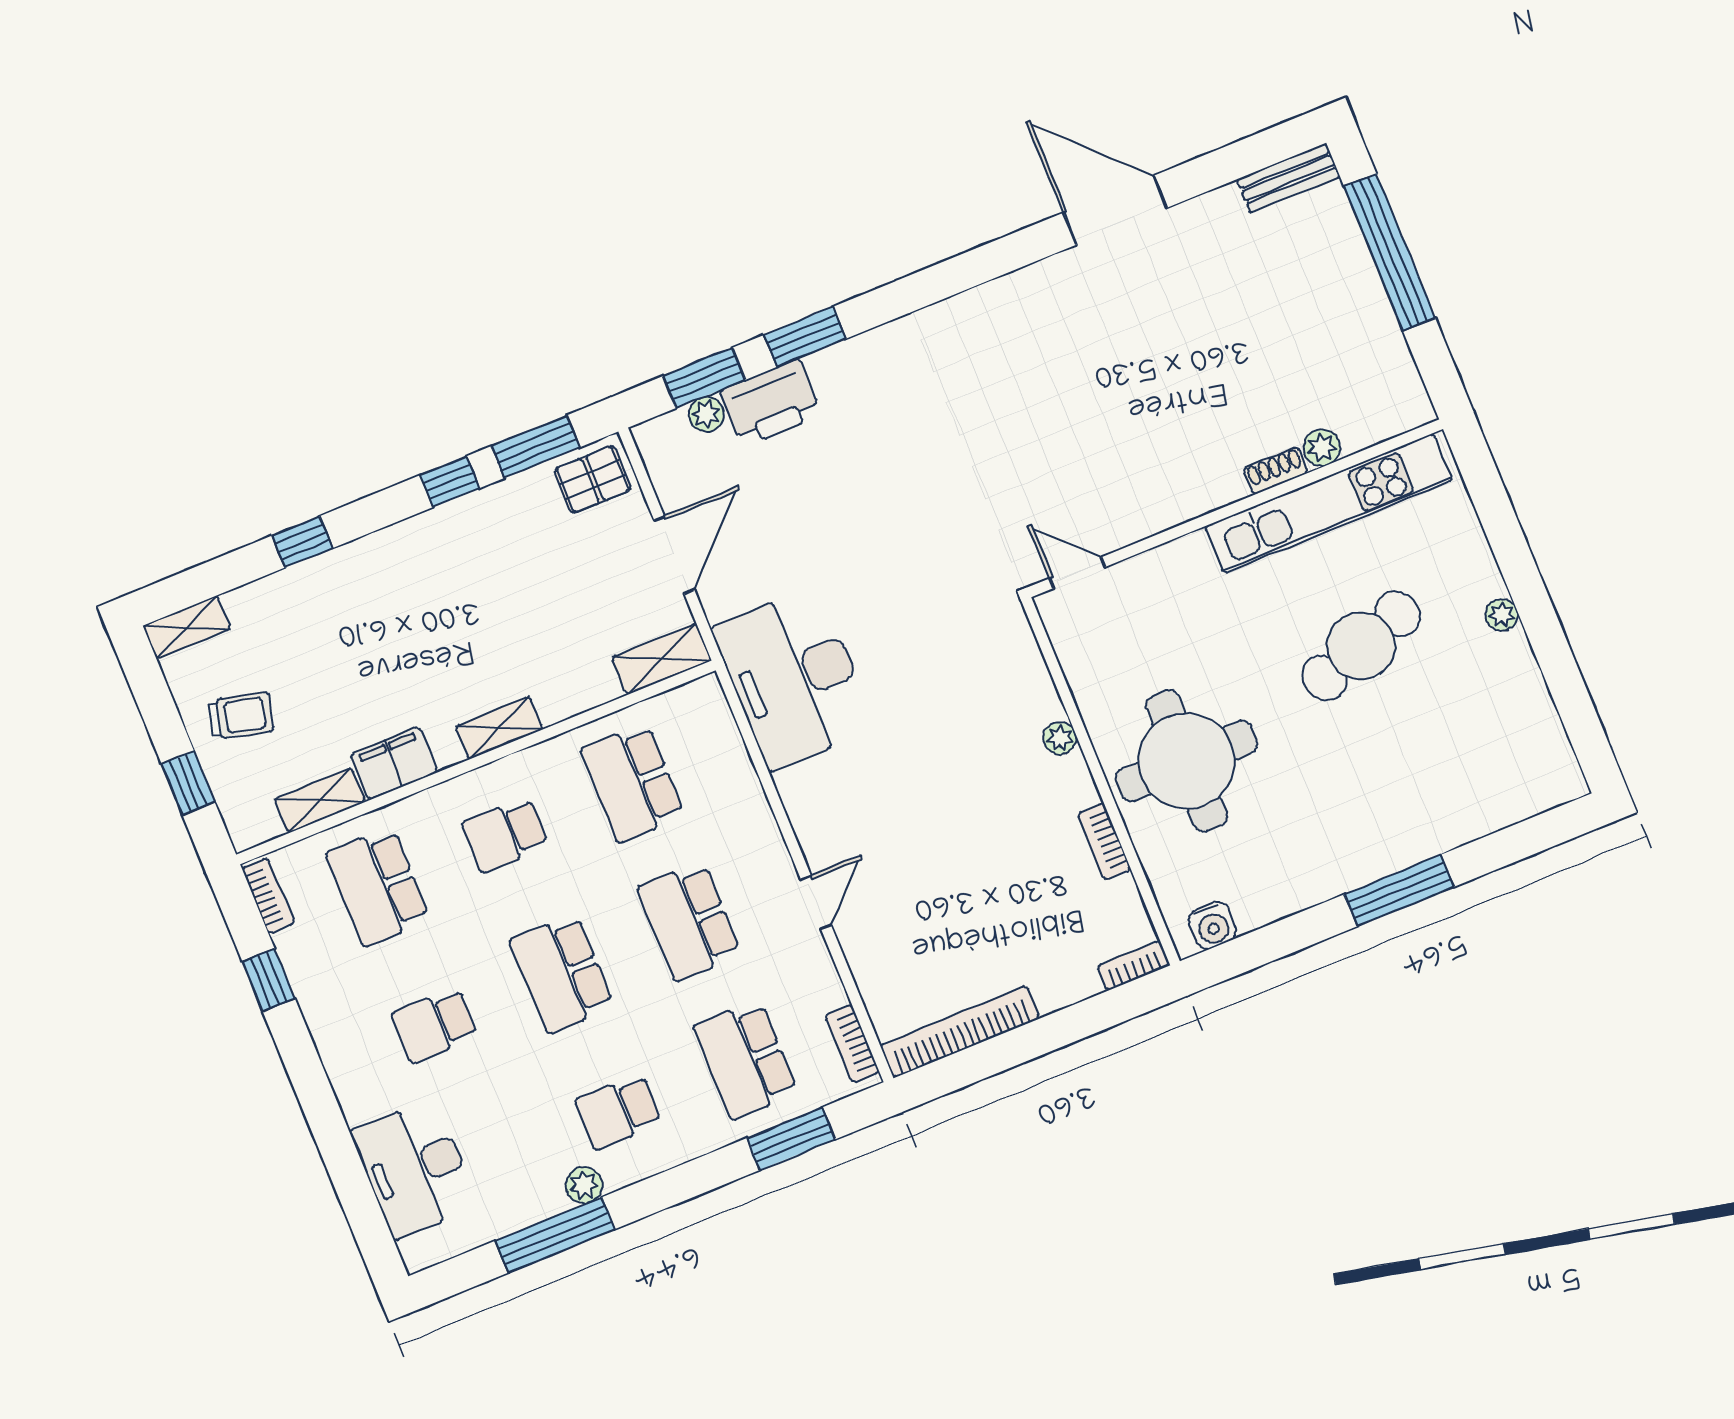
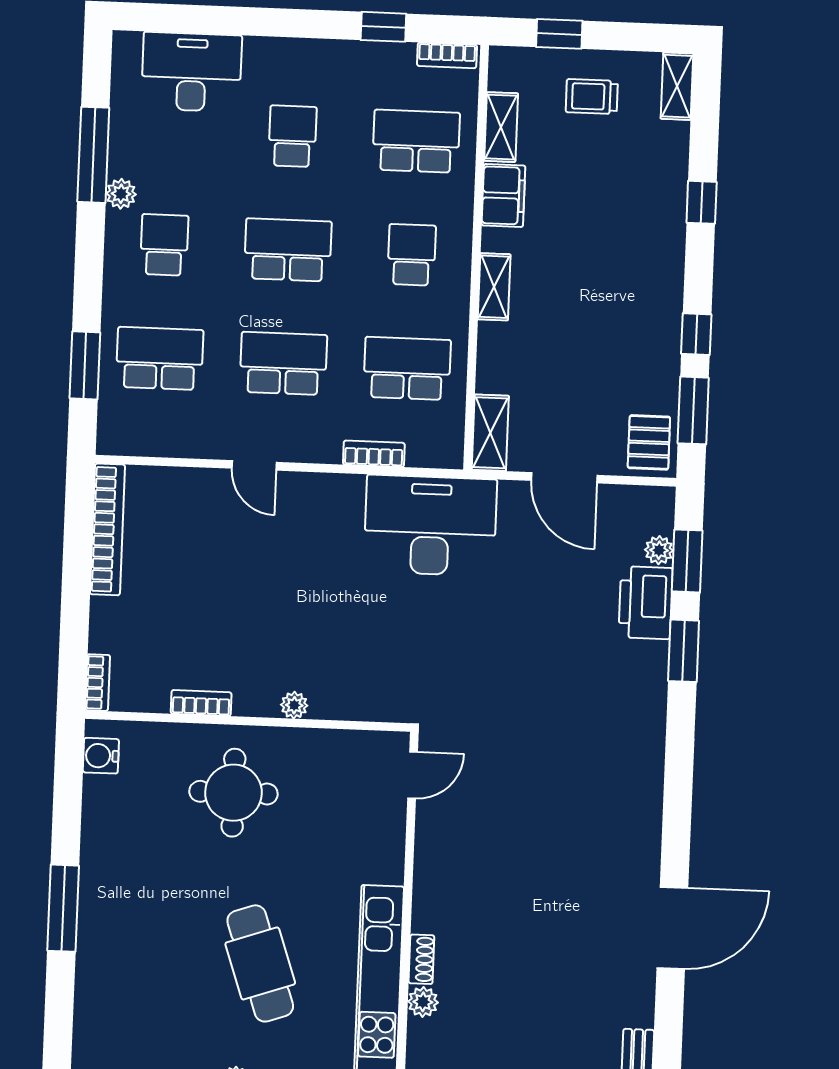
trolley: (241, 716) -> (592, 97), turned 76
round table: (1187, 761) -> (233, 793), width x0.73, depth x0.73
bookcase: (852, 1044) -> (374, 454), moved

